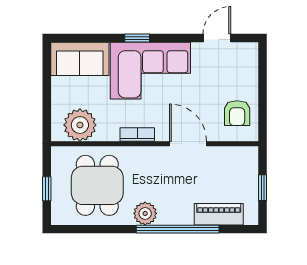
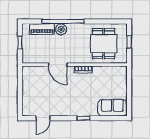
corner sofa: (150, 71) -> (77, 102), removed
armchair: (237, 113) -> (33, 80), removed
plant: (80, 125) -> (112, 74), removed
plant: (145, 213) -> (61, 29), moved

